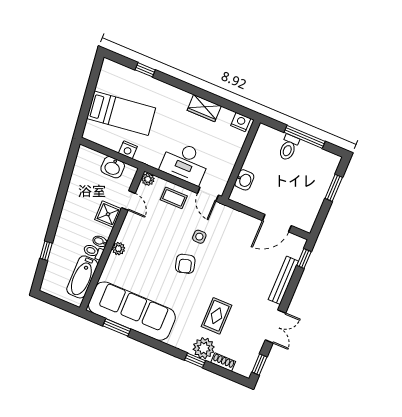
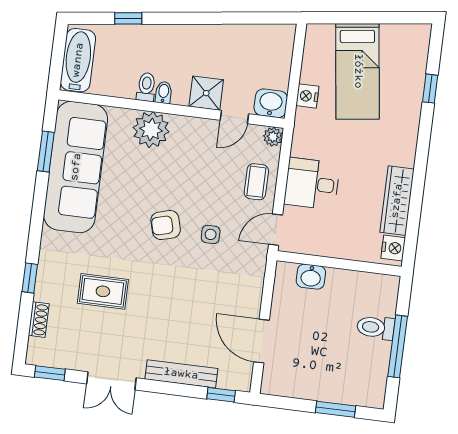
wardrobe: (204, 108) -> (397, 201), width x1.50
desk: (185, 163) -> (312, 184), width x0.73
washbasin: (113, 167) -> (271, 103), moved, turned 90
plant: (118, 249) -> (151, 130), width x1.88, depth x1.88
bathtub: (82, 277) -> (78, 60), moved, turned 90
plant: (204, 348) -> (51, 286), removed

